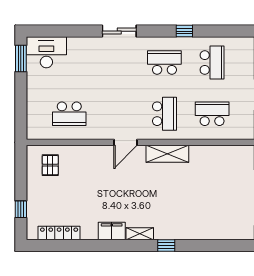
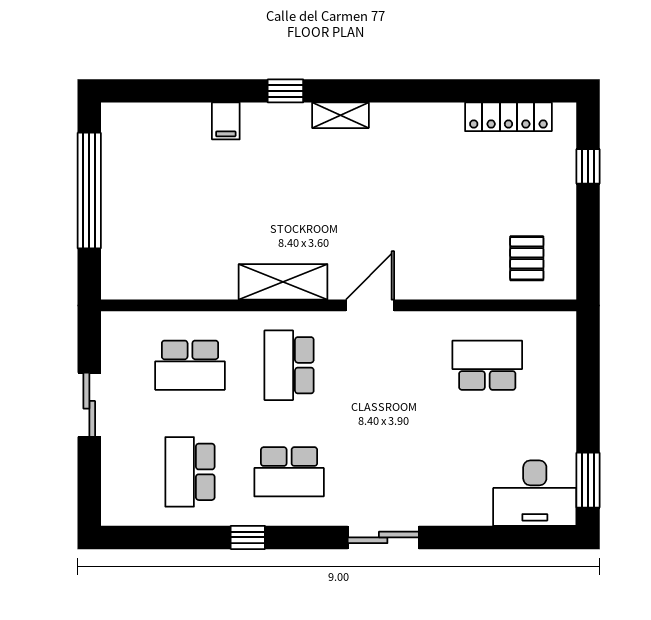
filing cabinet: (112, 231) -> (226, 121), moved, width x0.50

